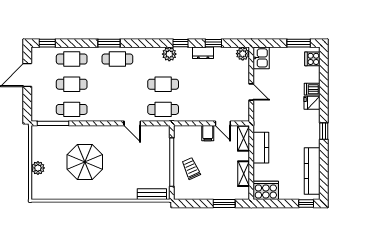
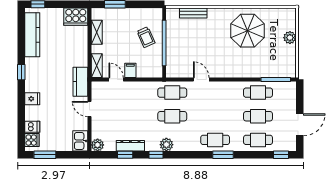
dresser: (203, 53) -> (130, 146), width x1.44
dishwasher: (312, 89) -> (32, 127), moved
kitchen counter: (261, 148) -> (80, 82), moved
parasol: (85, 162) -> (247, 31), moved
bench: (152, 194) -> (193, 13), moved

